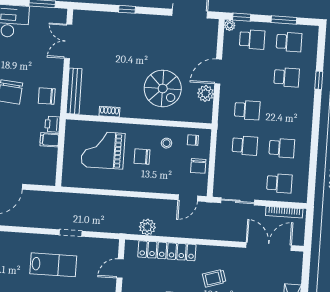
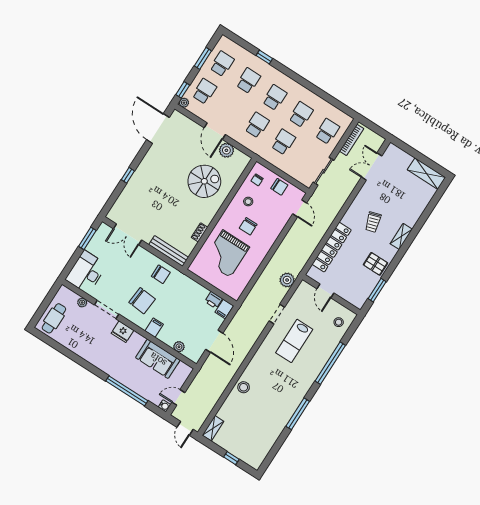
chair: (47, 96) -> (161, 274), turned -90
school desk: (284, 113) -> (275, 98), added
printer: (52, 124) -> (214, 300), moved
filing cabinet: (49, 140) -> (224, 309), moved
plant: (147, 227) -> (287, 280), moved
double door: (269, 247) -> (372, 167), width x0.73
lab bench: (53, 265) -> (294, 341), turned 180

